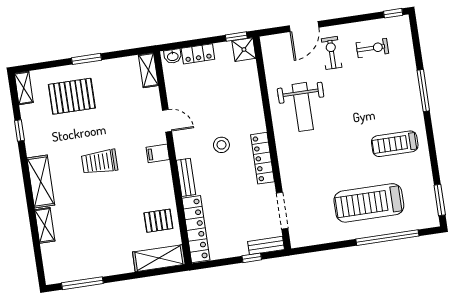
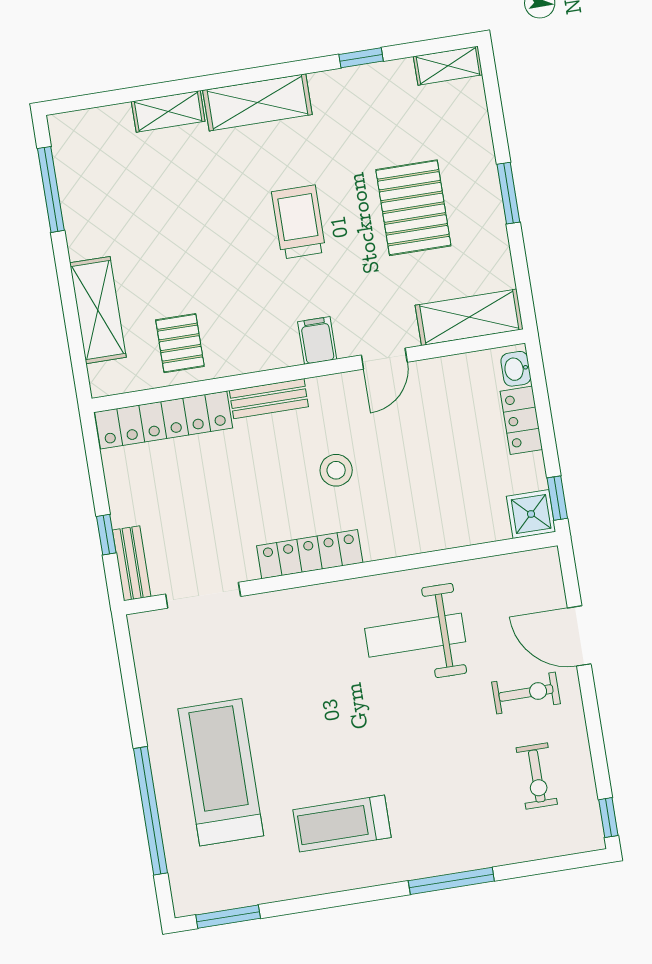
shelving: (148, 70) -> (469, 317), width x1.50, depth x1.33
pallet: (72, 96) -> (413, 208), moved
treadmill: (395, 144) -> (342, 824), turned -90
shelving: (159, 258) -> (98, 310), moved

